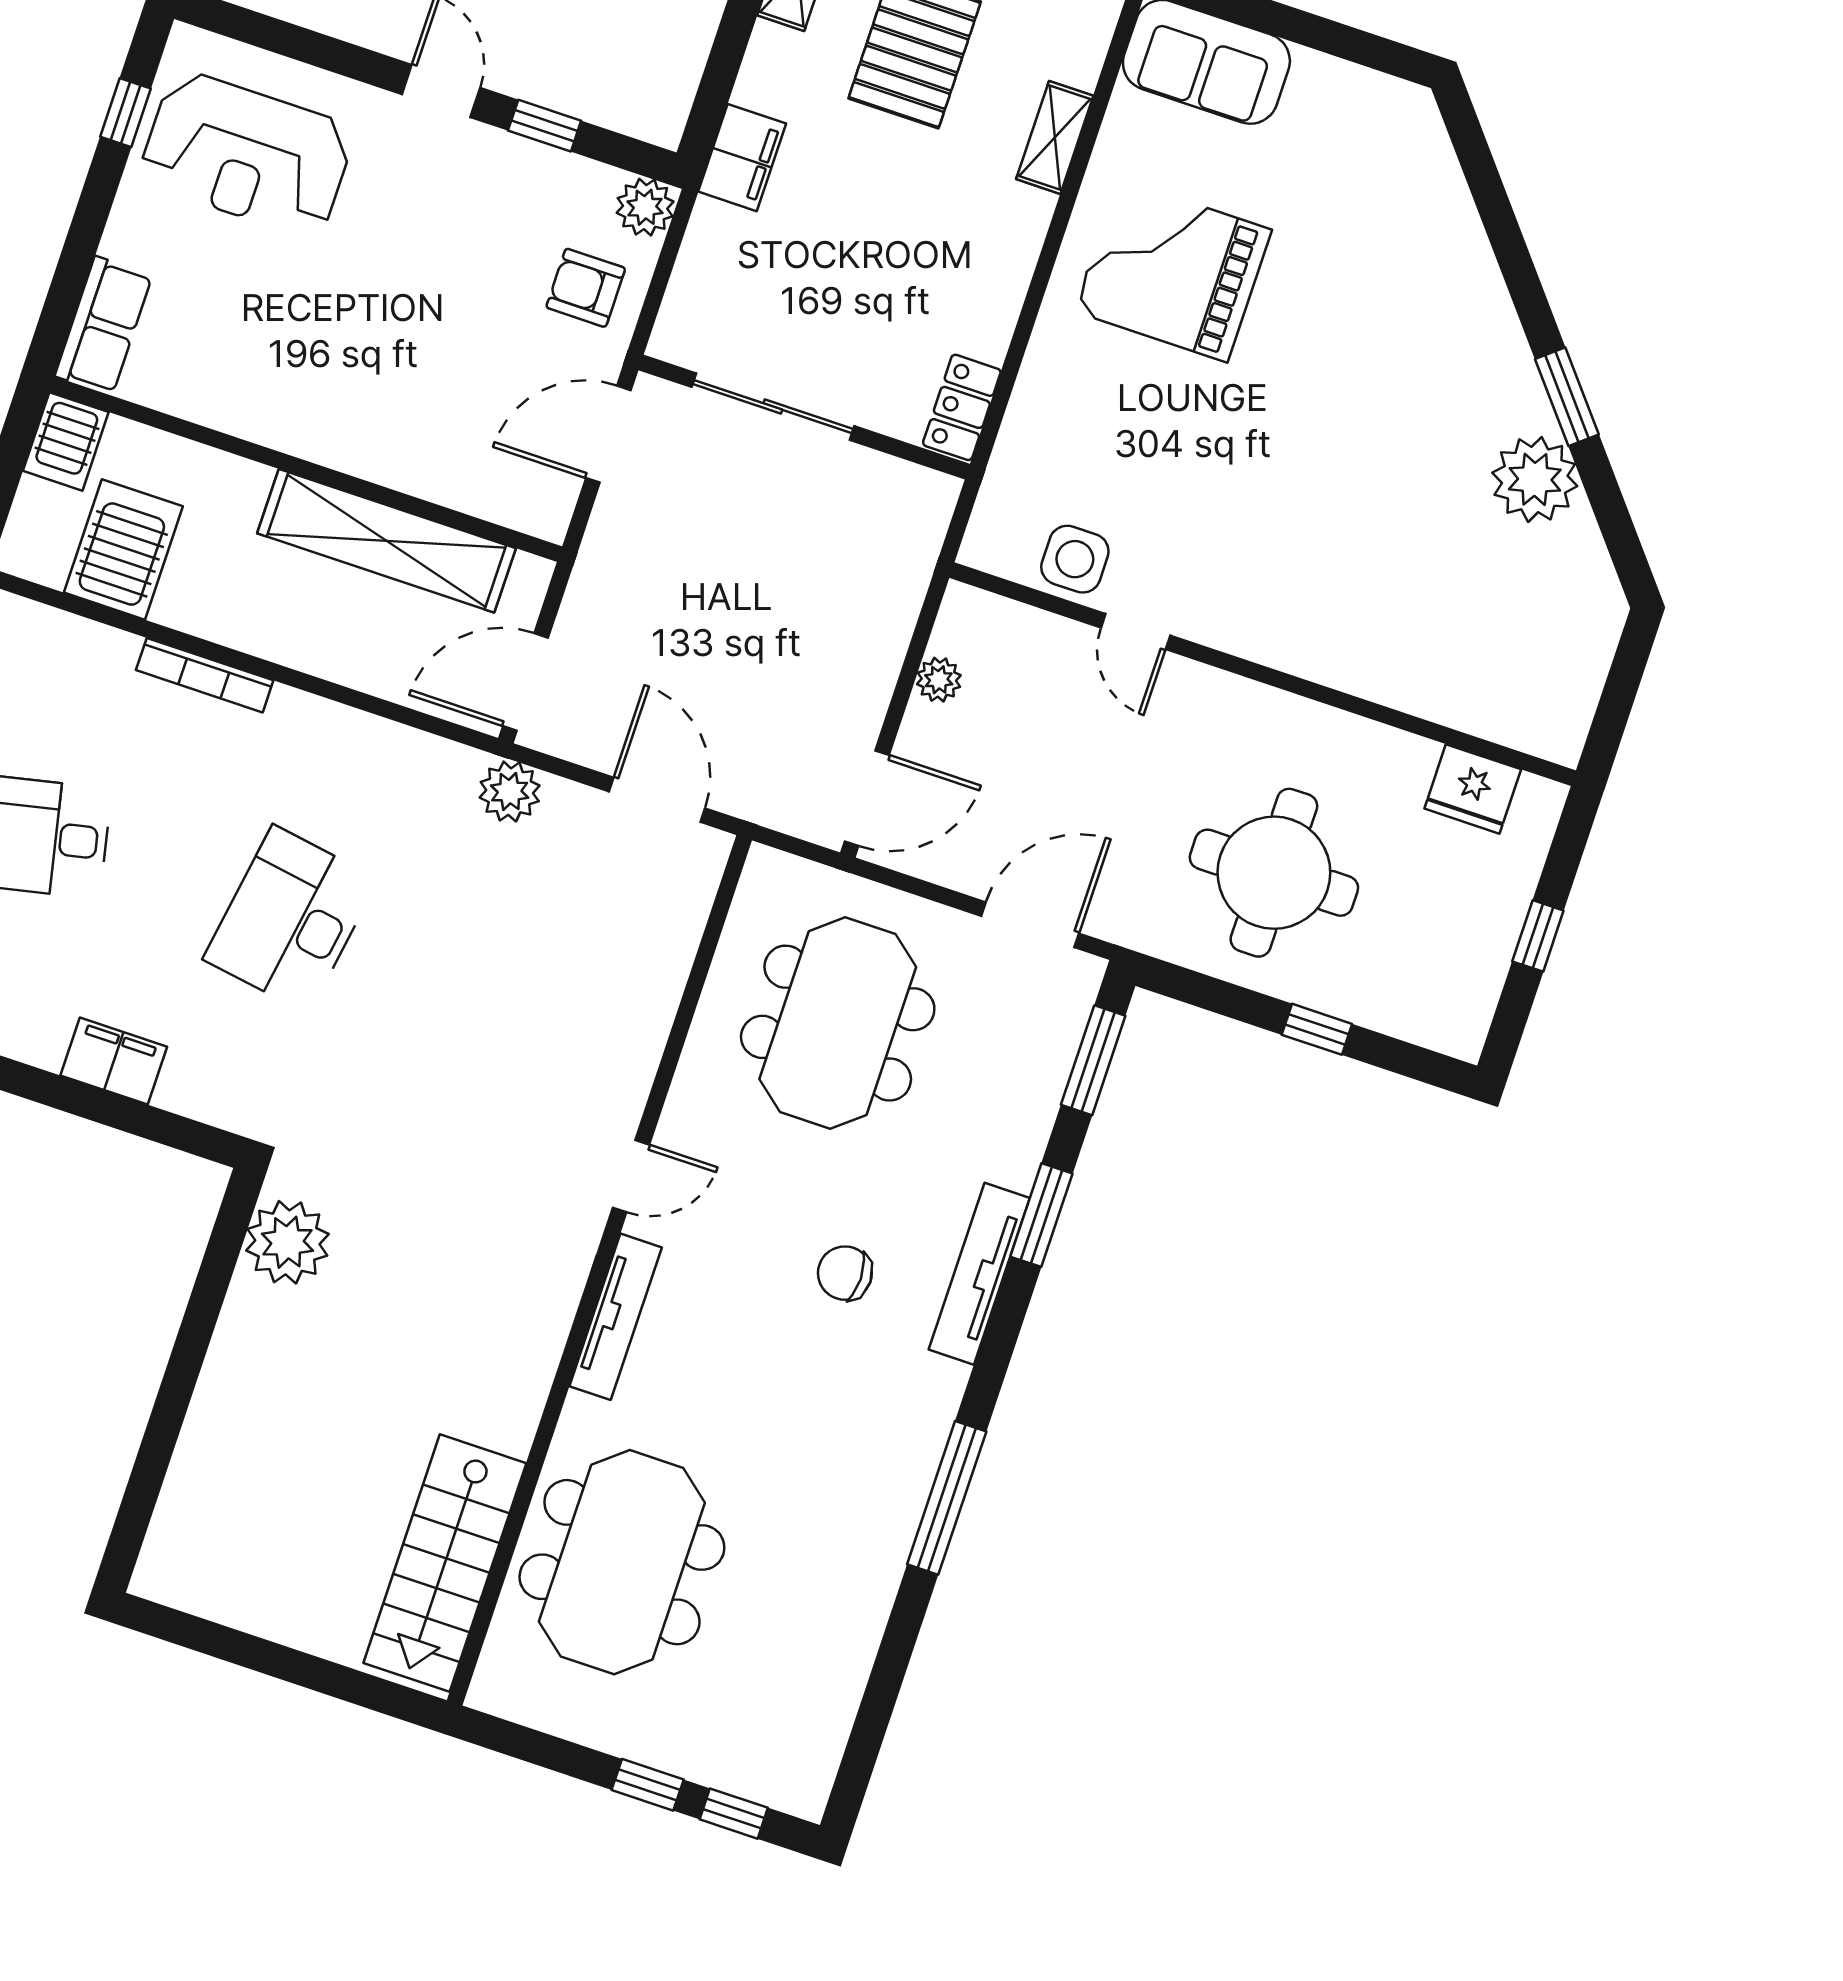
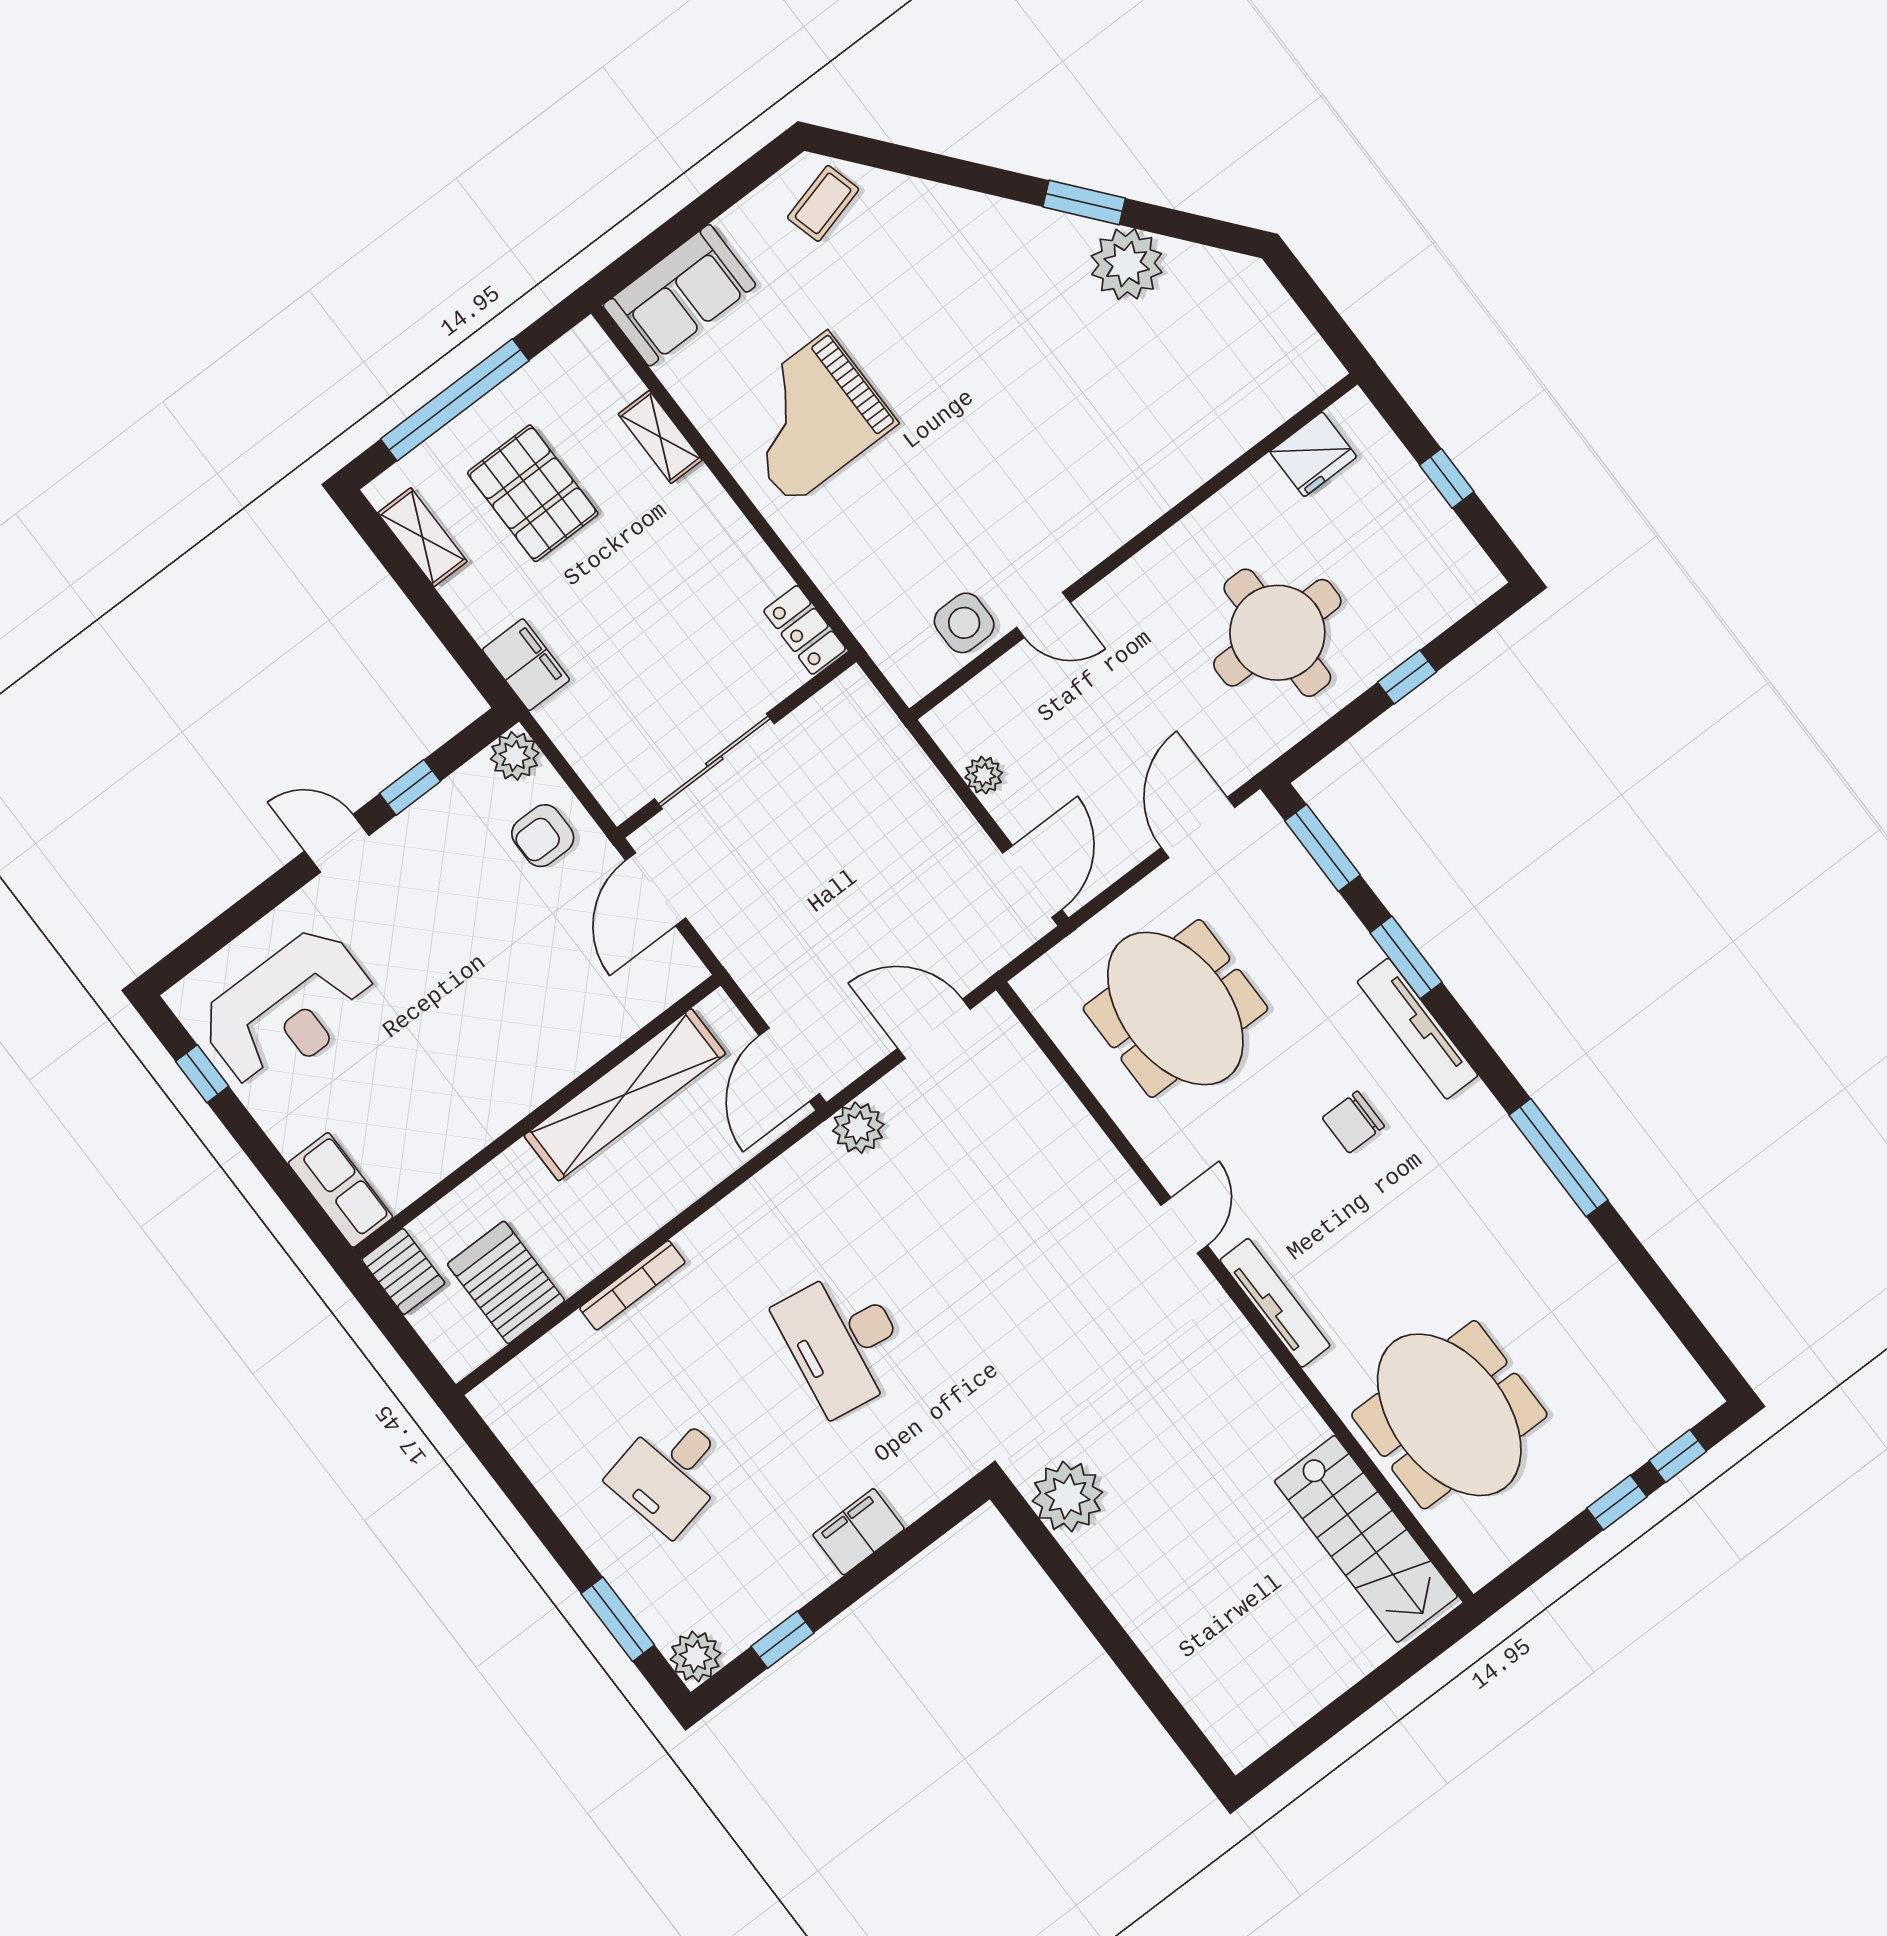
coffee table: (1392, 141) -> (823, 203), added

